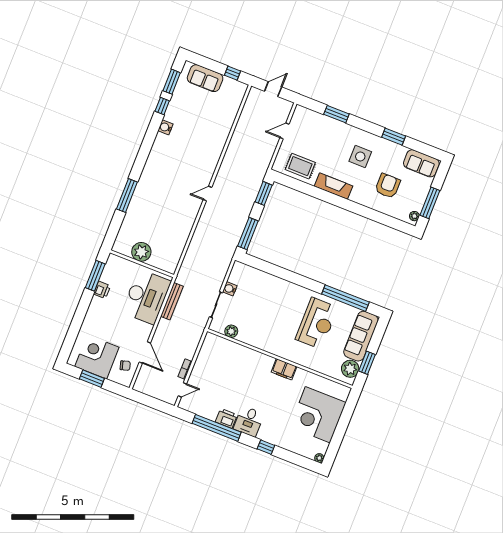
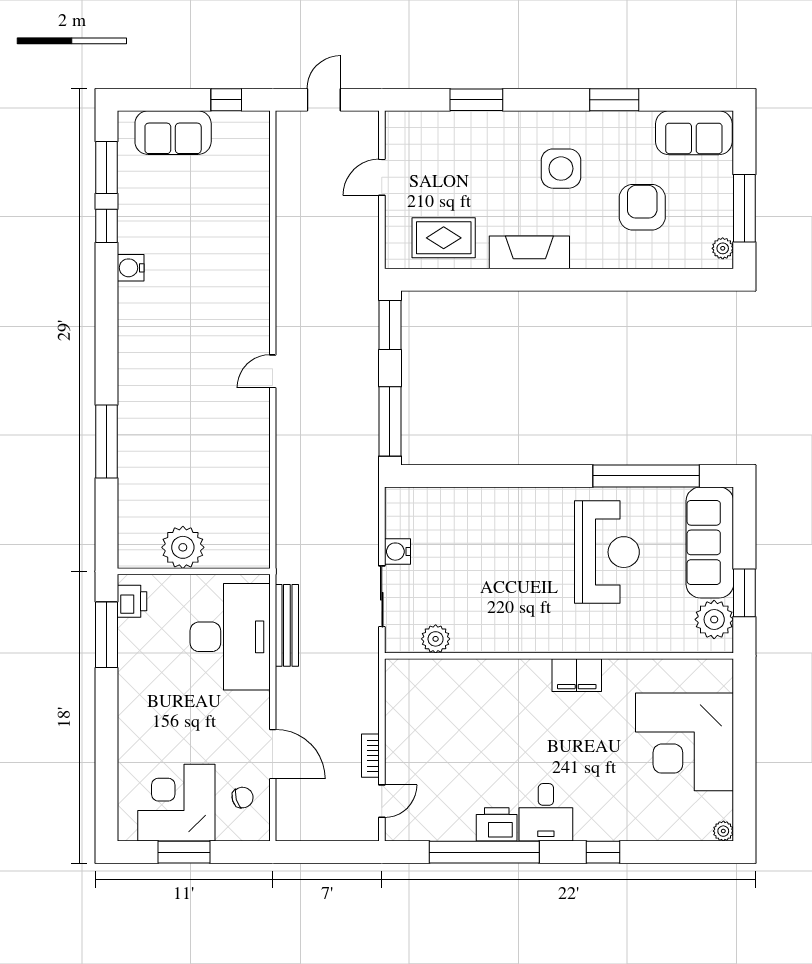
printer: (102, 290) -> (132, 601), moved

